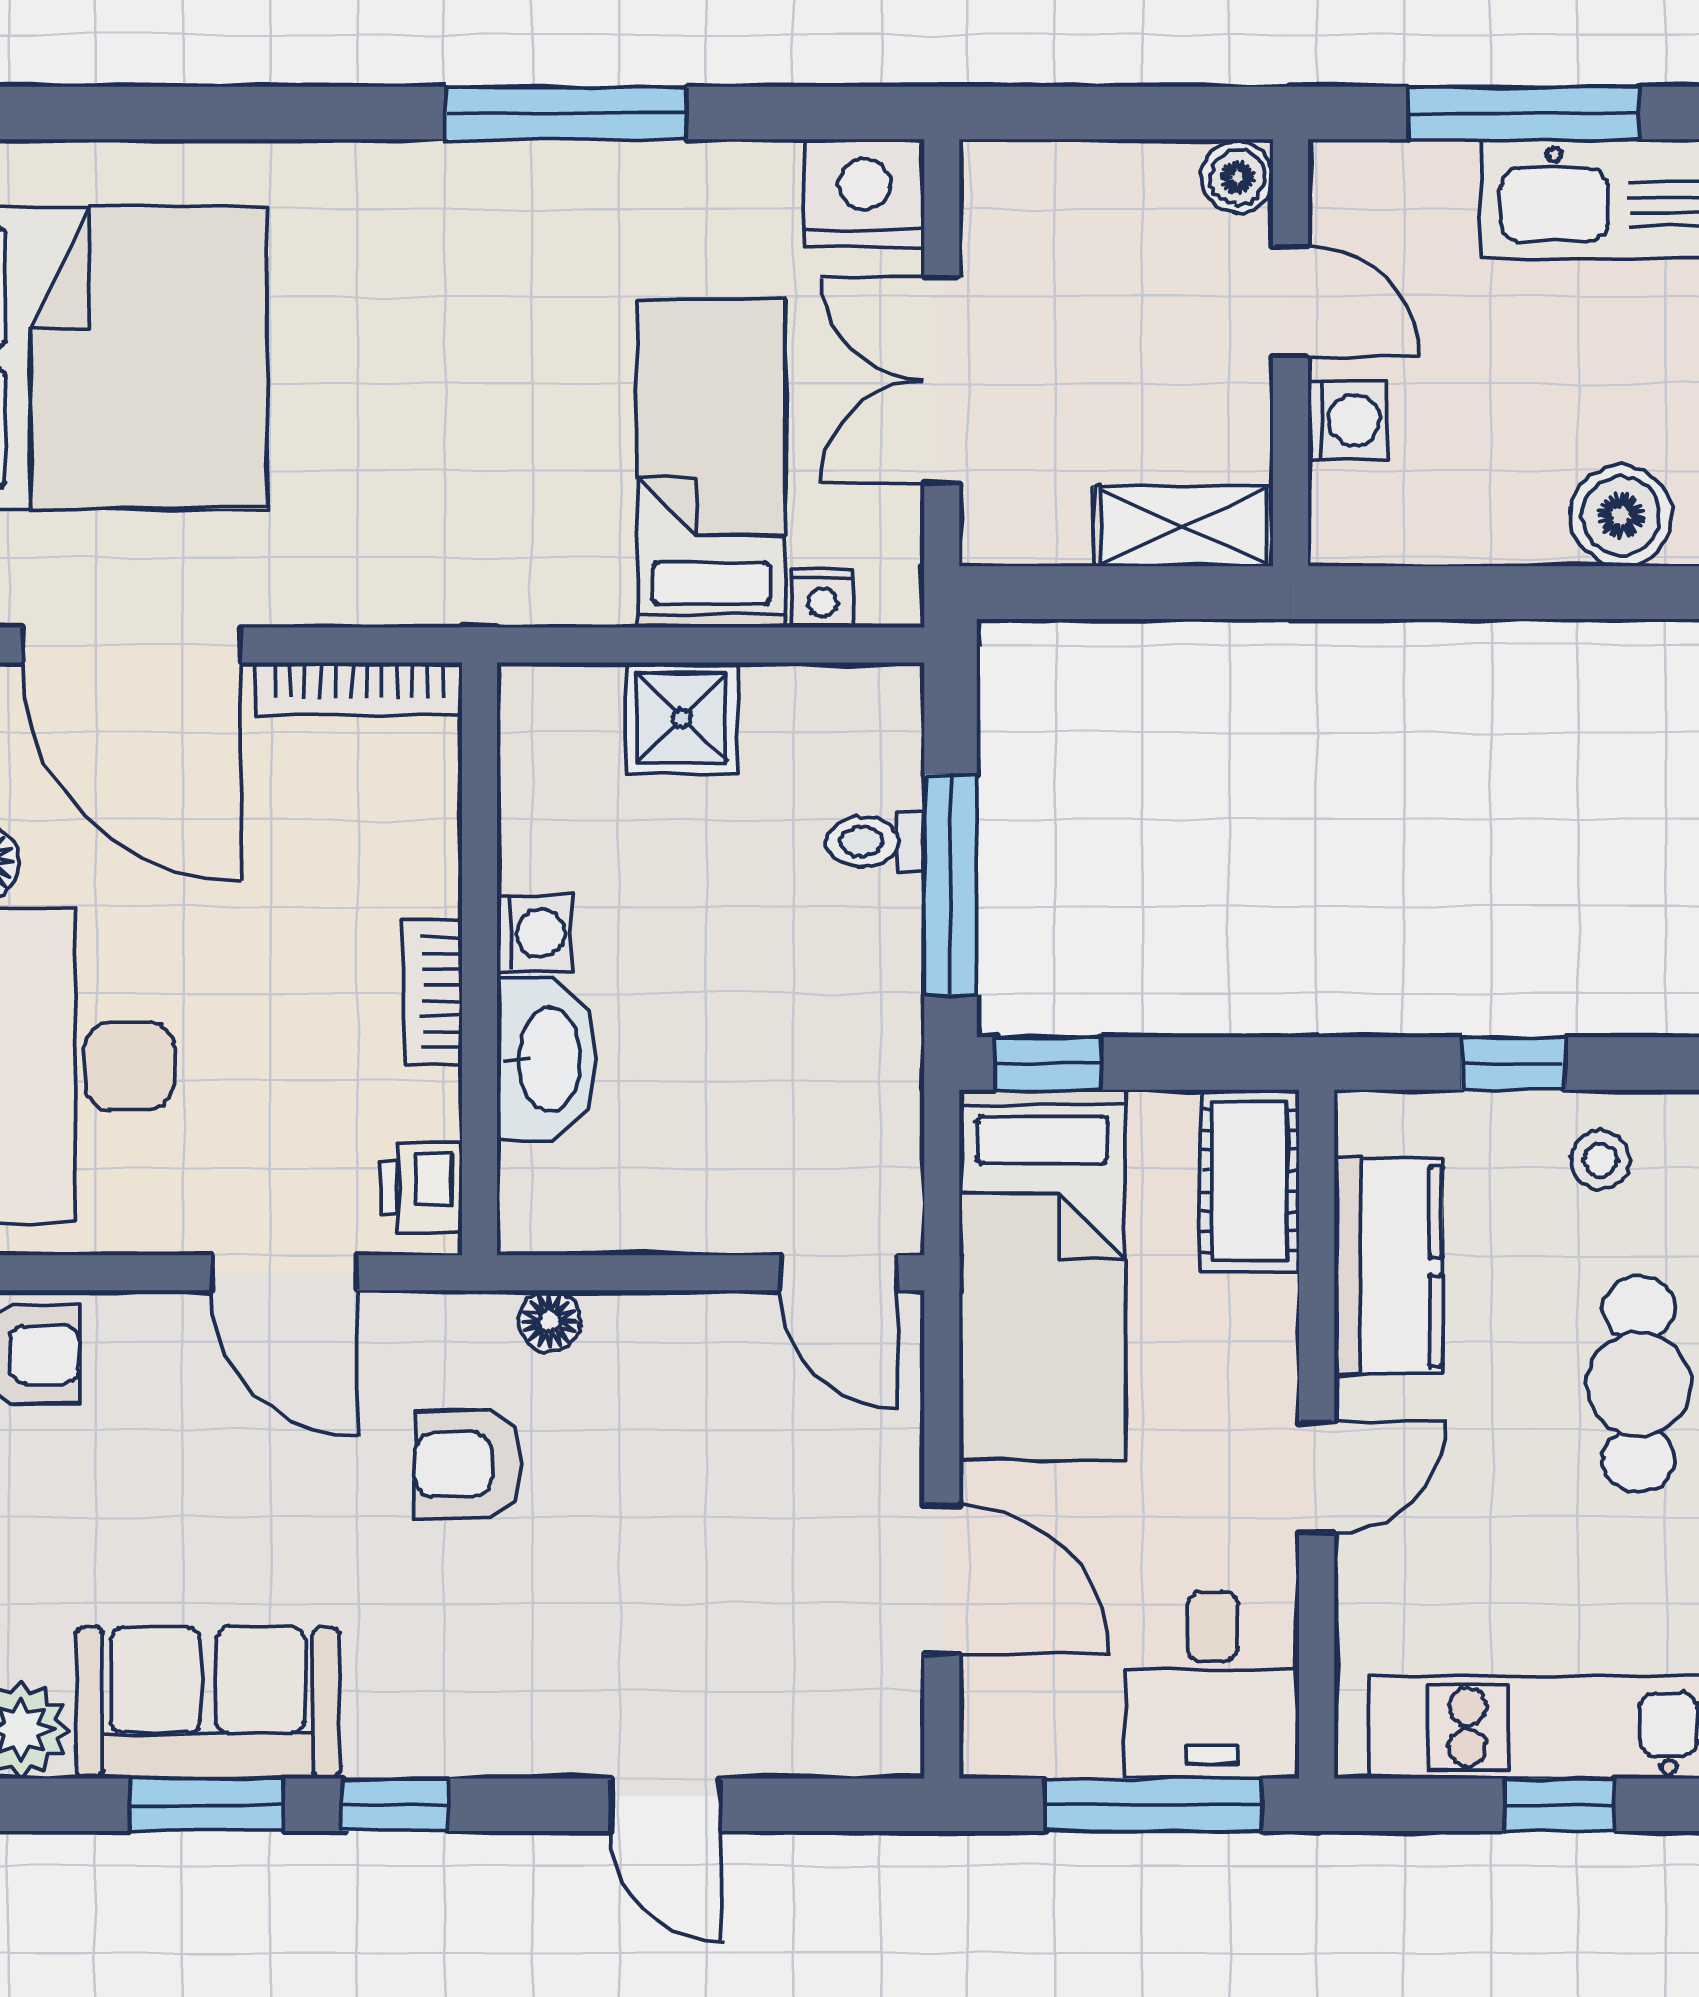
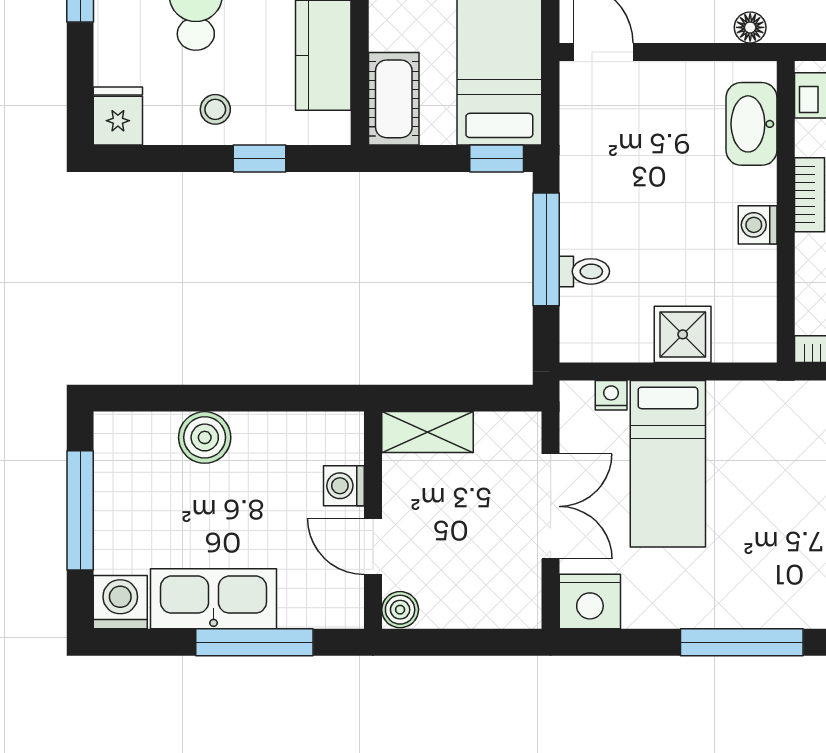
washbasin: (547, 1059) -> (752, 124), moved

